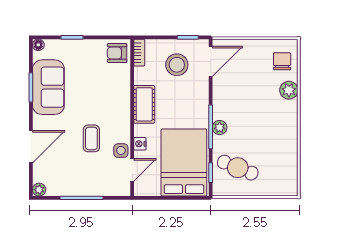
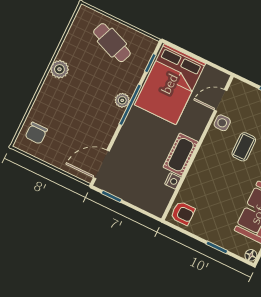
bookcase: (139, 53) -> (162, 204), removed
stool: (177, 65) -> (134, 176), removed
plant: (289, 90) -> (59, 69), moved
nightstand: (140, 144) -> (173, 181), moved
cafe table: (238, 168) -> (112, 43), moved

